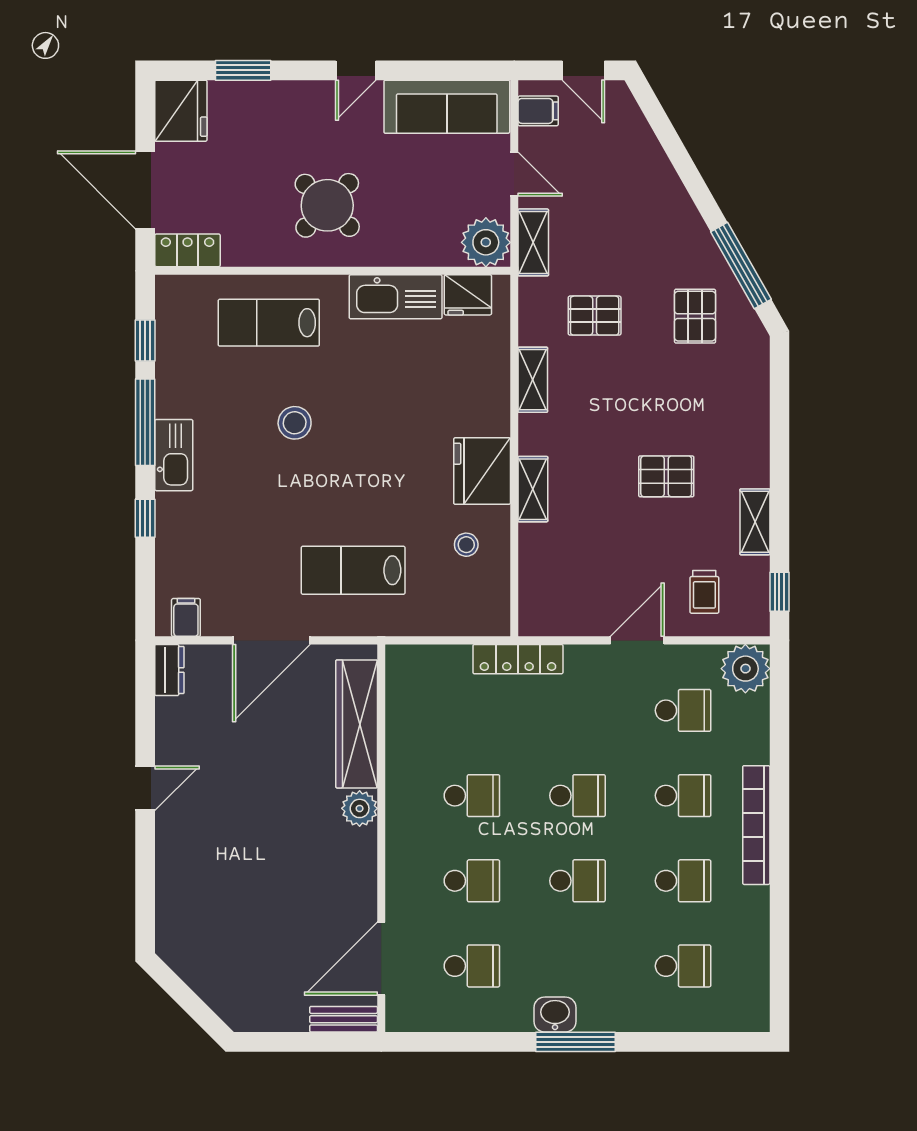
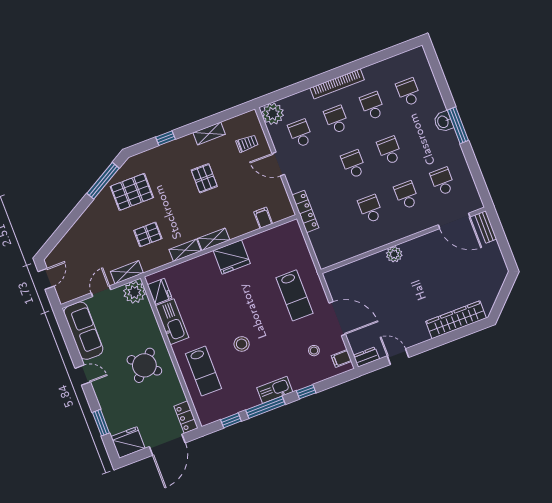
filing cabinet: (538, 111) -> (263, 218), moved
pallet: (595, 316) -> (148, 234), turned 90
pallet: (695, 316) -> (132, 192), width x1.50, depth x1.42
shelving: (533, 489) -> (214, 239), moved
stool: (466, 545) -> (314, 351), moved
window: (779, 592) -> (165, 138), moved
wardrobe: (357, 724) -> (456, 320), moved, turned 180
door: (145, 788) -> (398, 357), moved
washbasin: (555, 1015) -> (443, 122), moved

